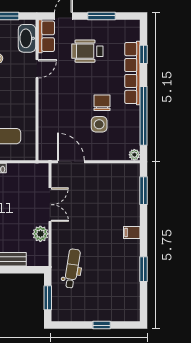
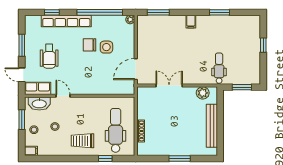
plant: (40, 234) -> (203, 93), moved
dental chair: (72, 268) -> (219, 68), turned 81

